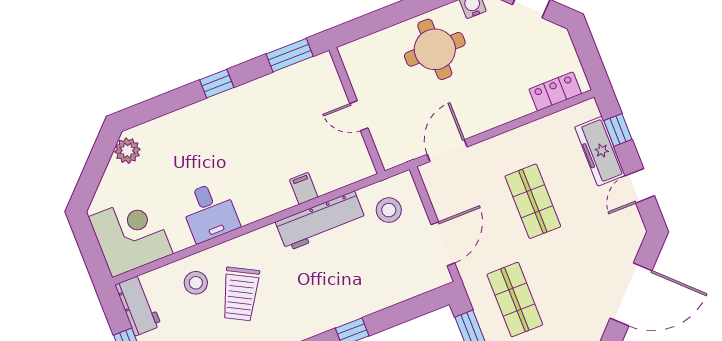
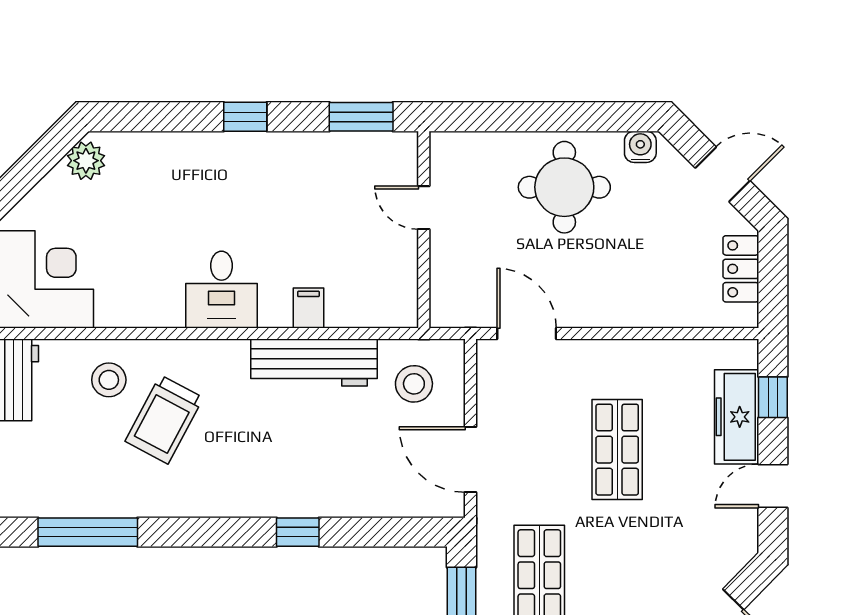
locker: (555, 91) -> (741, 269), moved, turned -90
door: (359, 116) -> (424, 208), moved
door: (447, 151) -> (527, 333), hinge flipped
desk: (210, 212) -> (222, 290), moved
door: (443, 244) -> (470, 460), swing flipped

